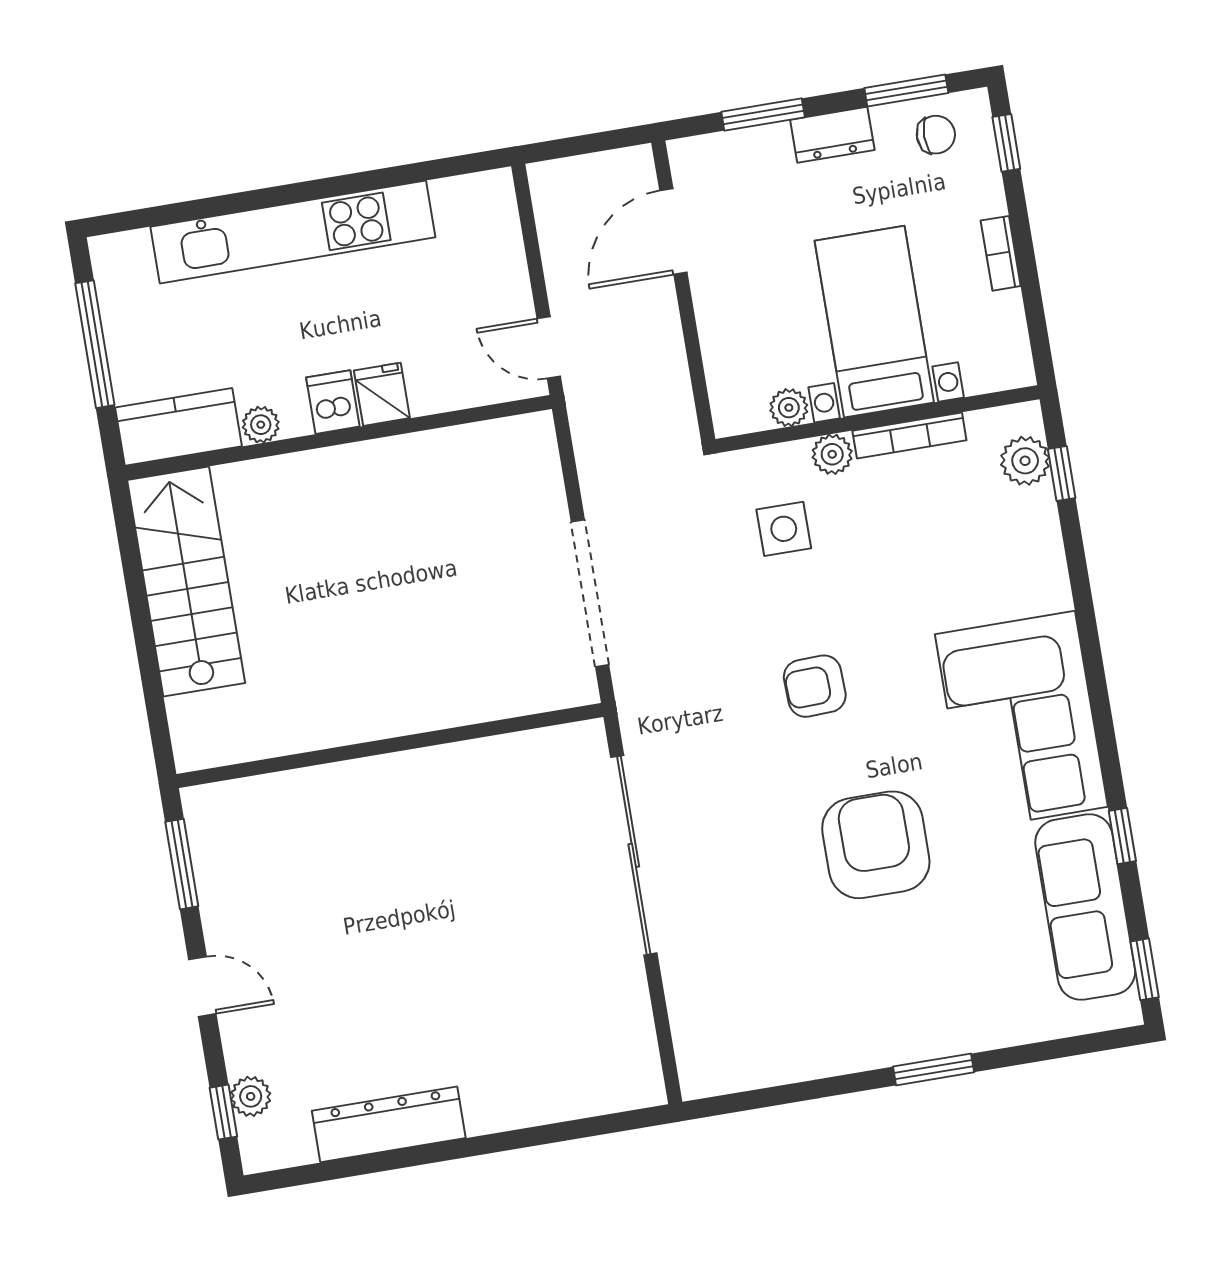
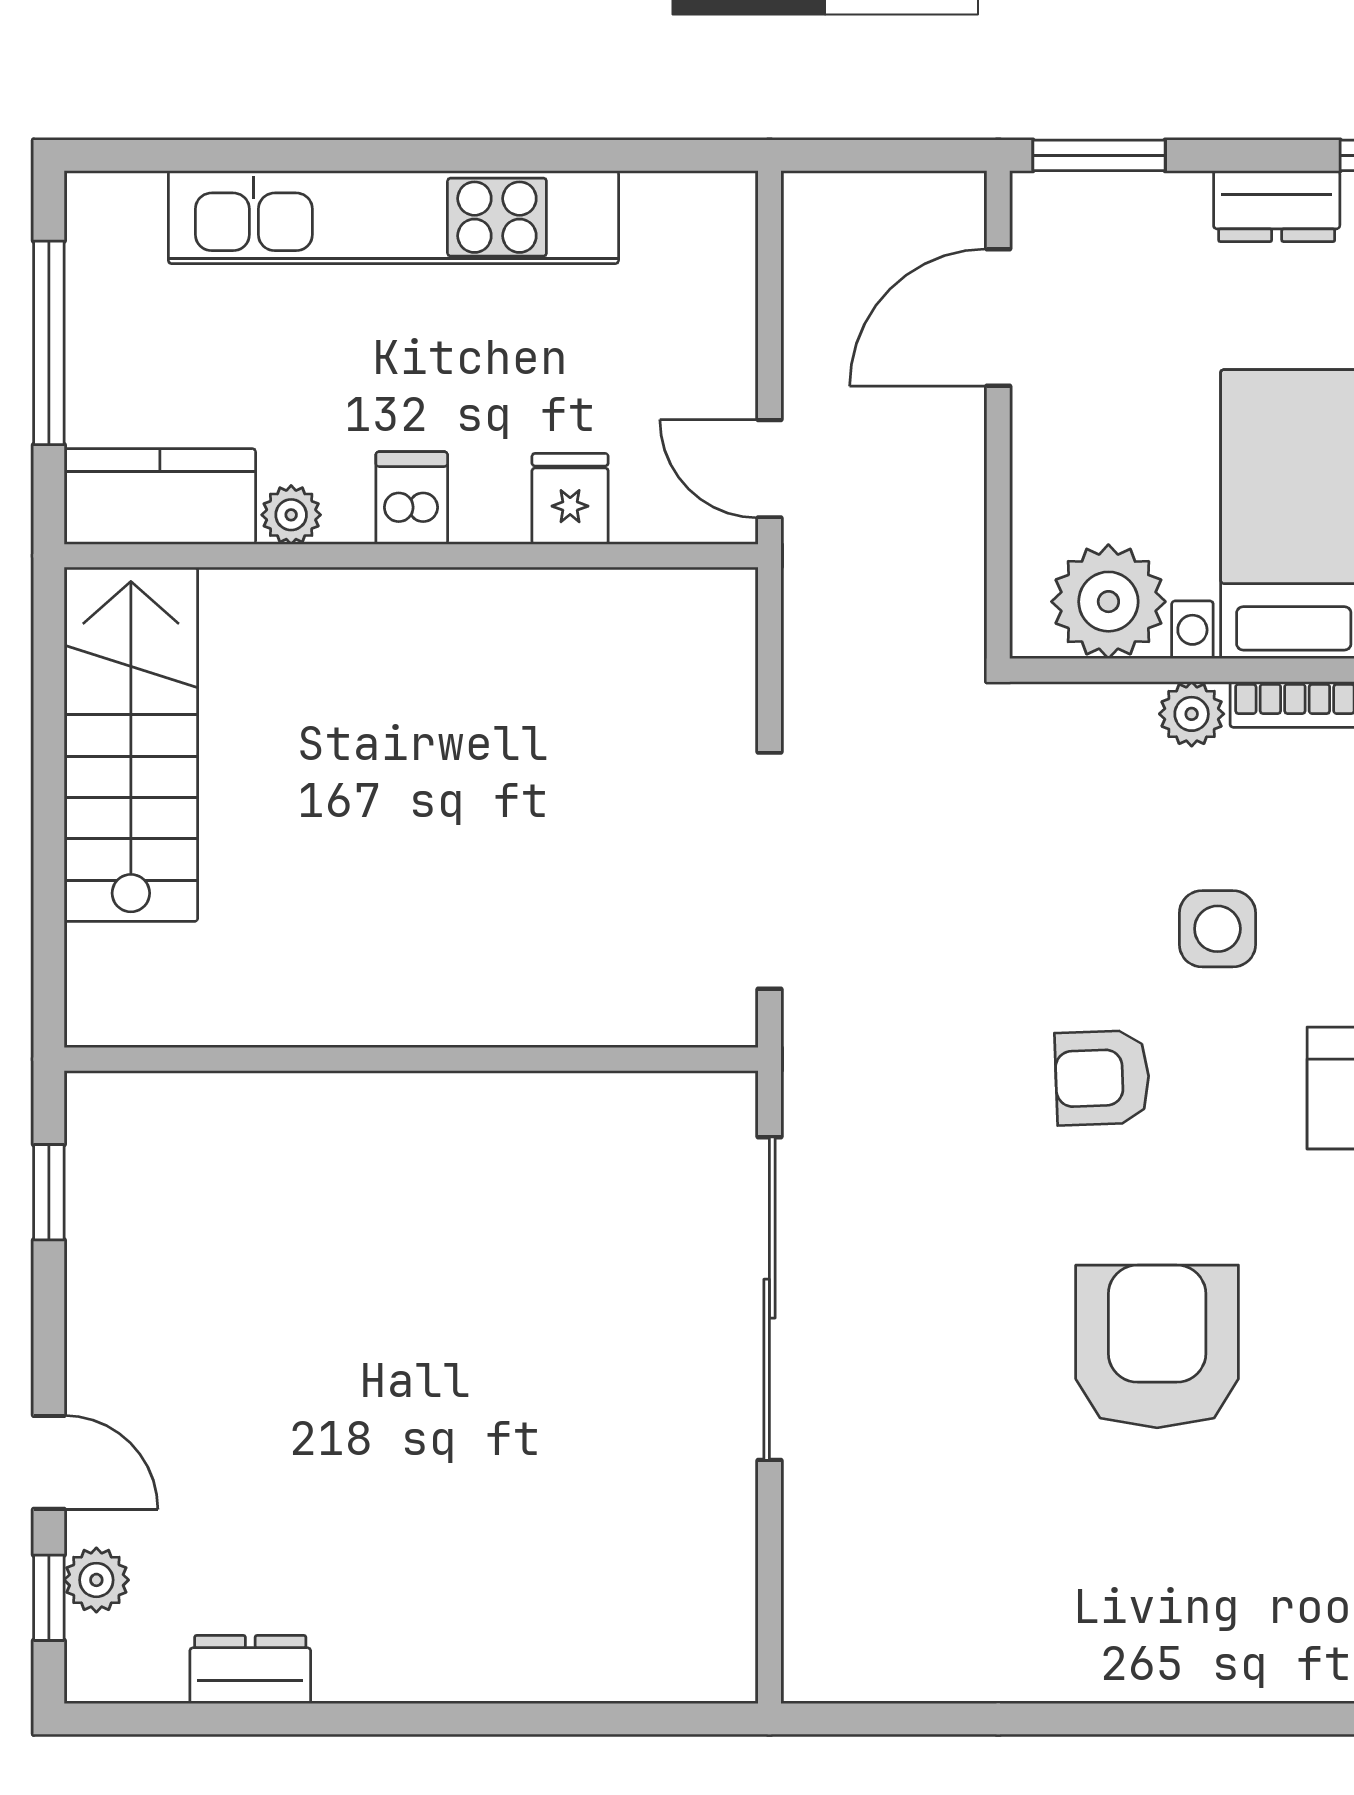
window: (763, 114) -> (1099, 155), moved
fridge: (382, 394) -> (570, 499), moved
plant: (789, 408) -> (1108, 602), width x1.88, depth x1.88
side table: (784, 529) -> (1217, 929), moved
window: (182, 864) -> (49, 1192), width x0.67
door: (202, 987) -> (49, 1462), moved
window: (934, 1069) -> (1189, 1719), removed
dresser: (389, 1124) -> (250, 1669), width x0.51, depth x0.80

